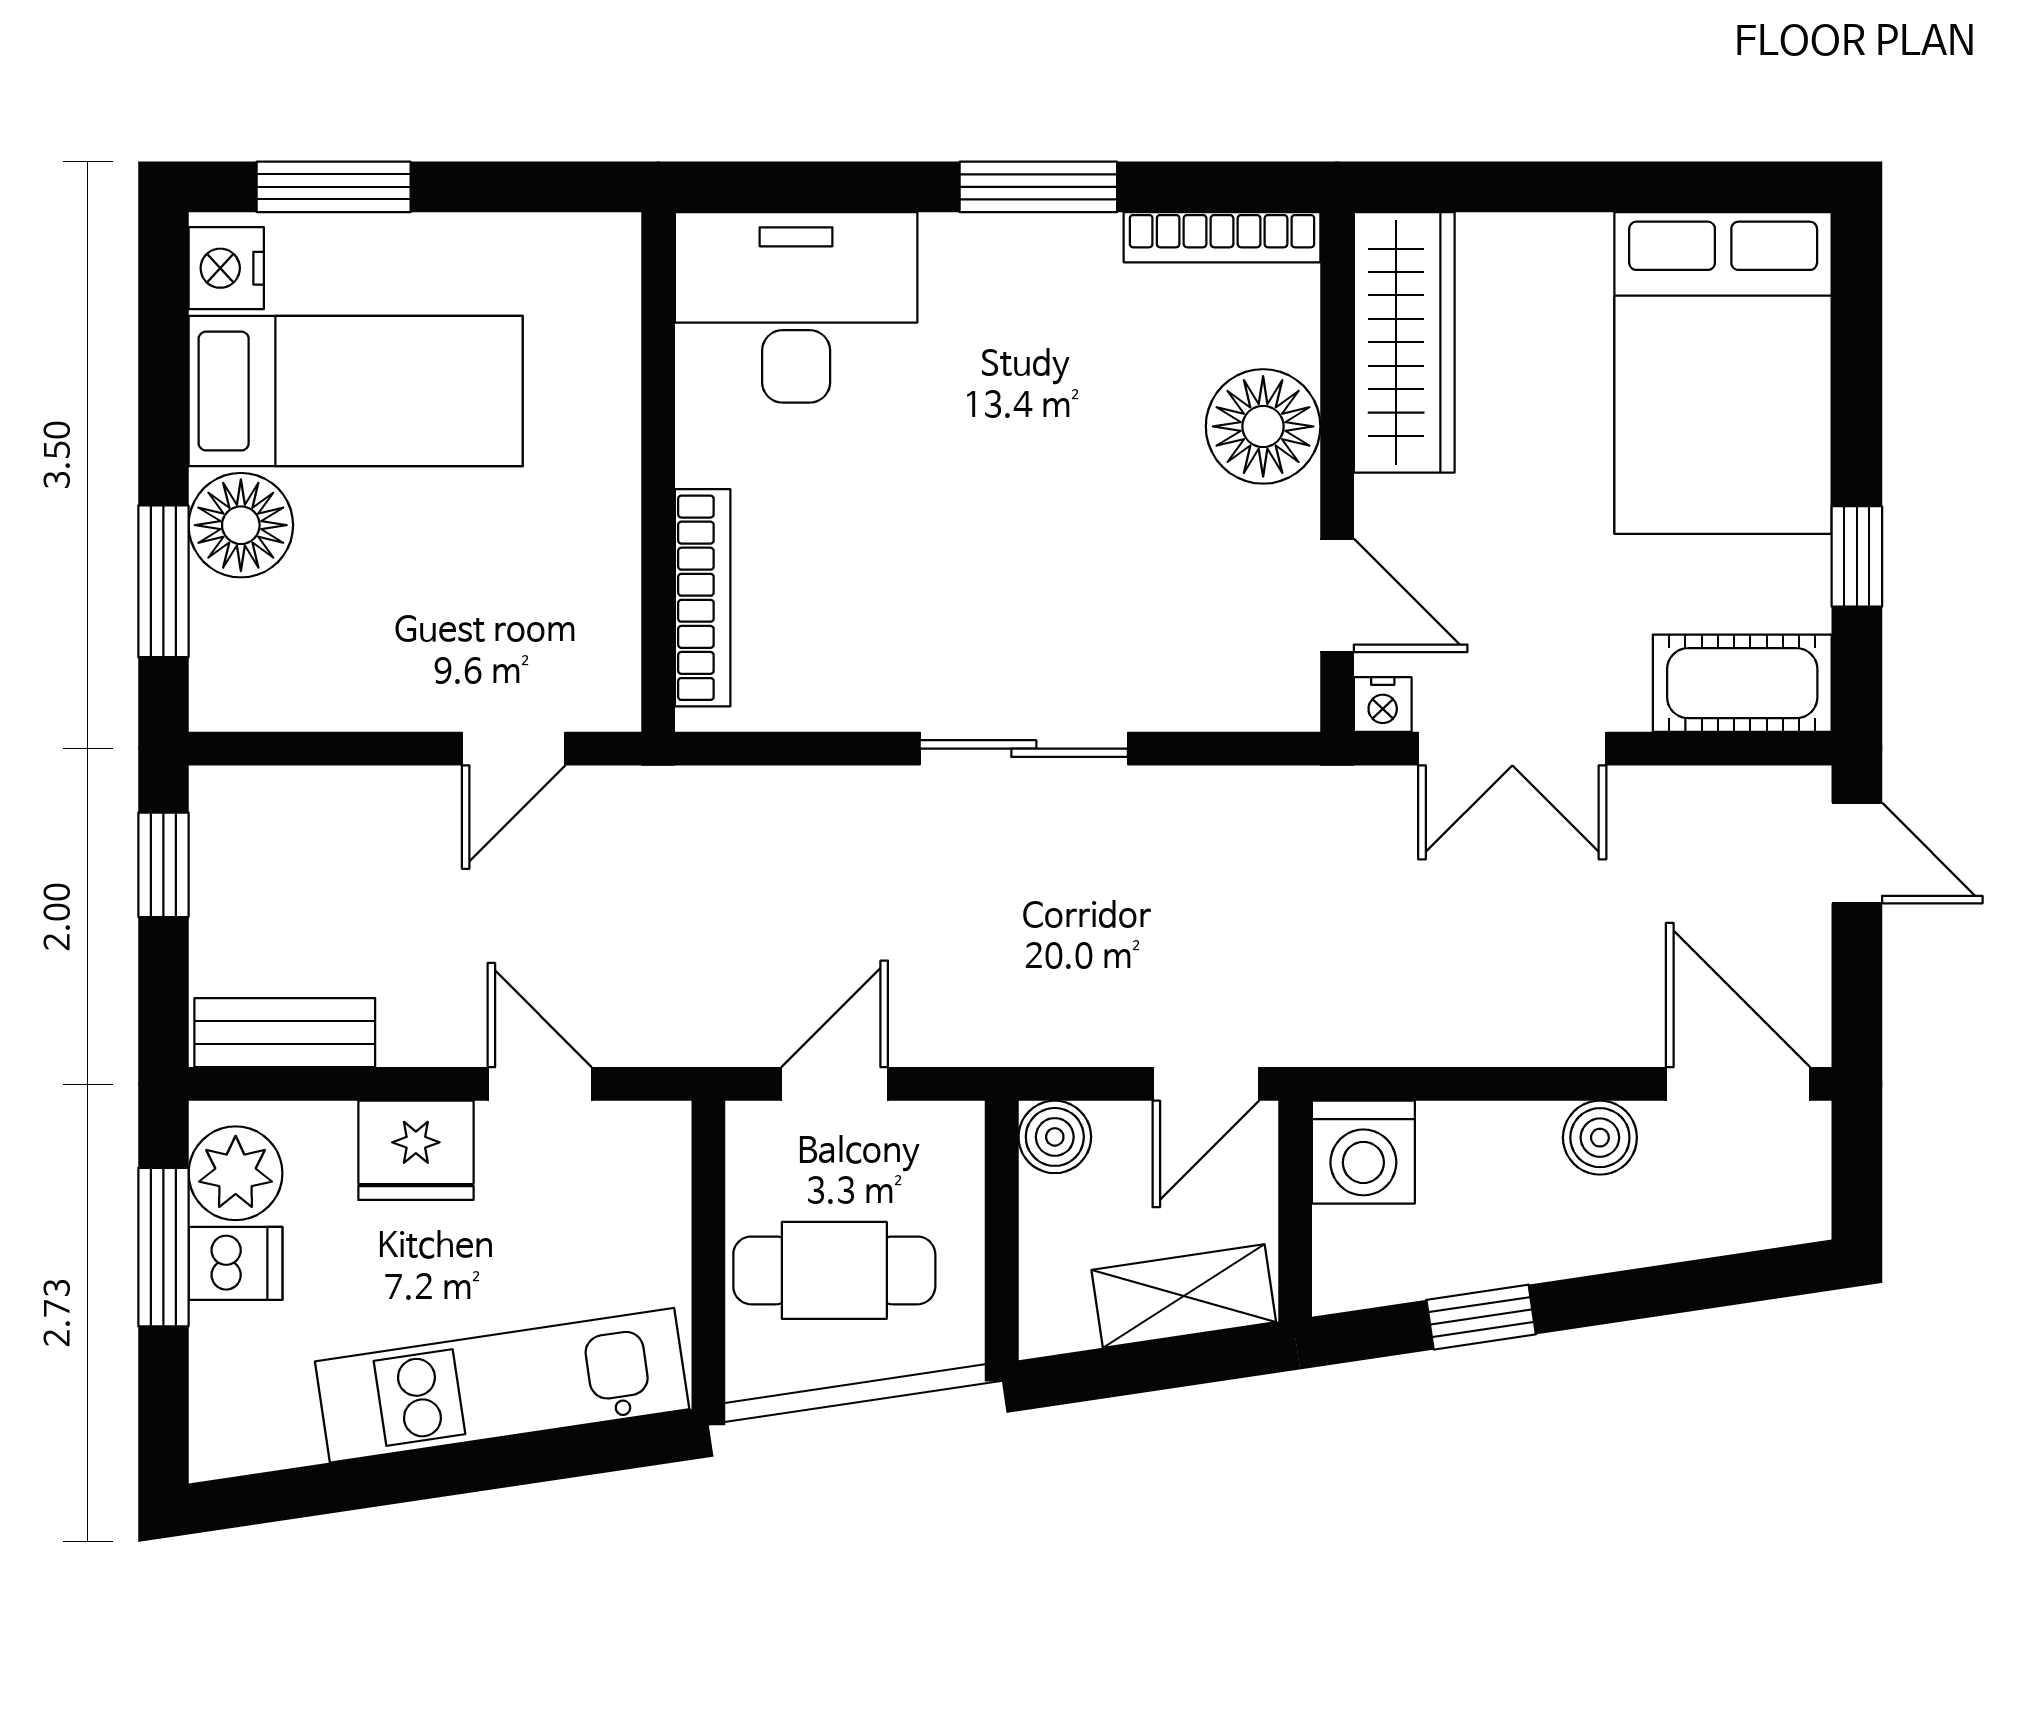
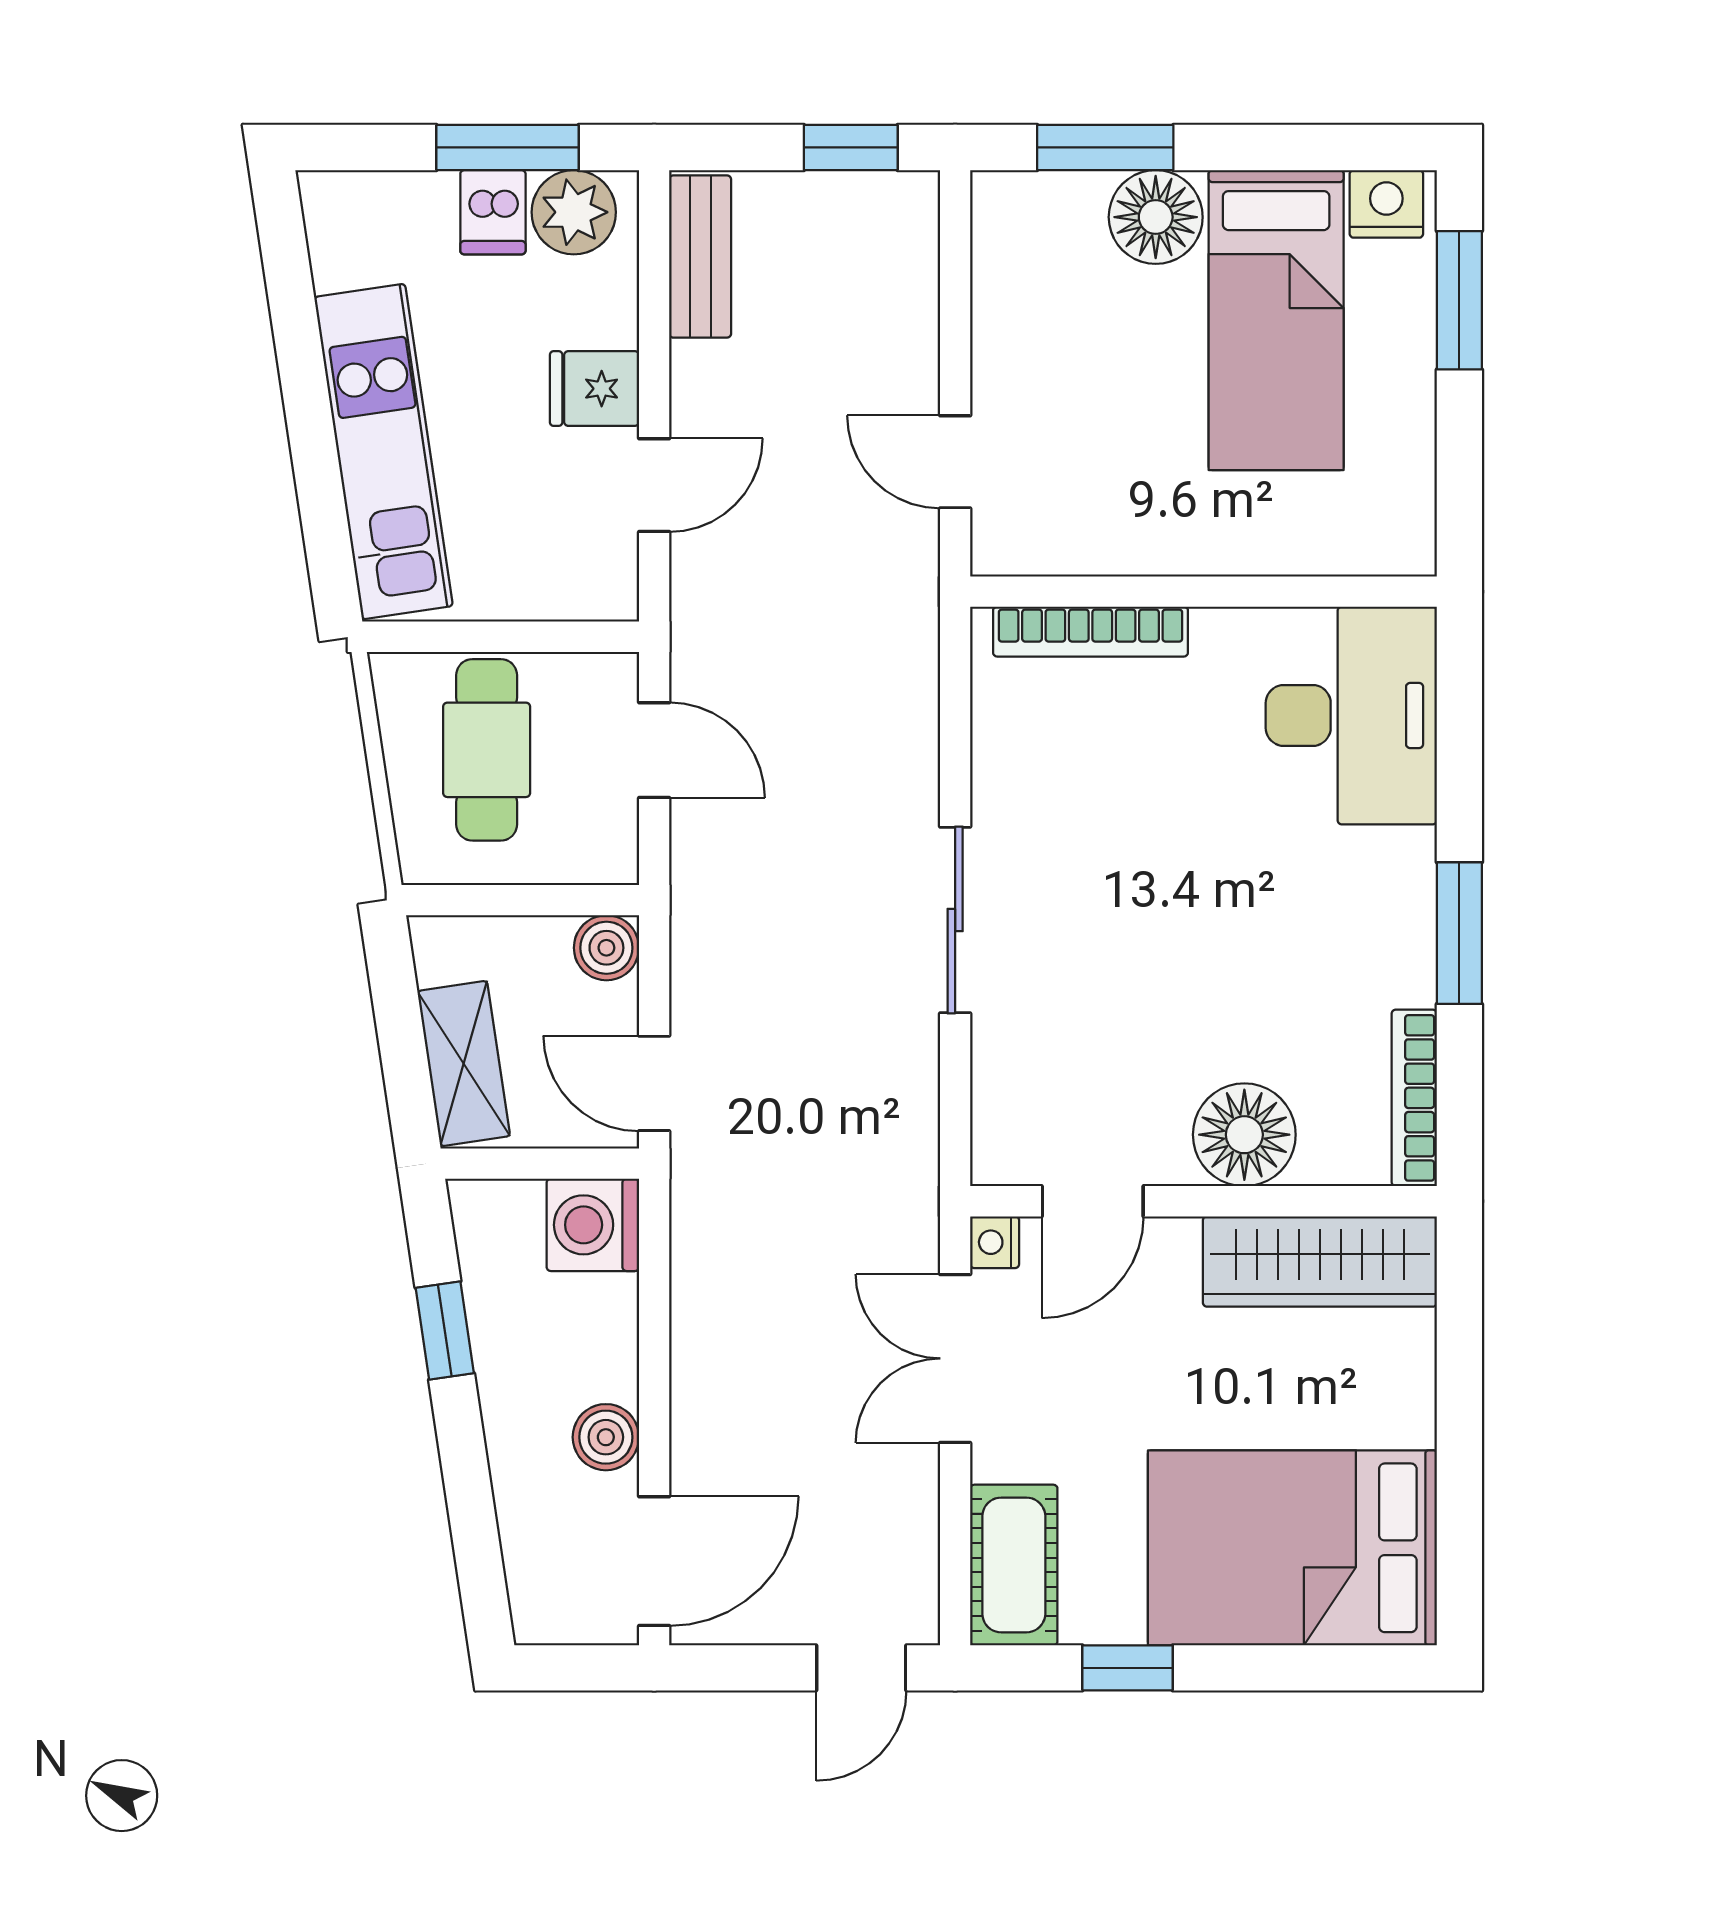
fridge: (416, 1150) -> (594, 389), width x0.72

